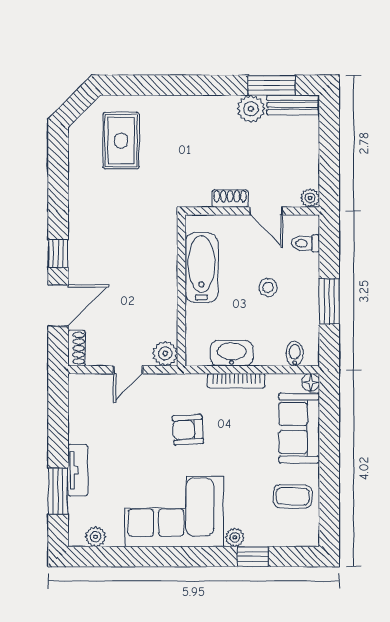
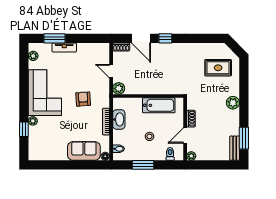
plant: (251, 109) -> (233, 103), moved
coffee table: (293, 496) -> (52, 148), removed

